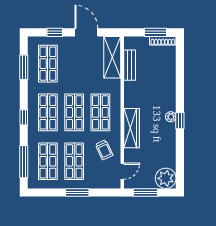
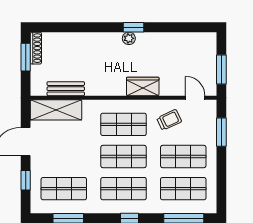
wardrobe: (132, 128) -> (143, 86), width x0.67
plant: (166, 178) -> (204, 45), removed
window: (77, 193) -> (221, 132), moved

